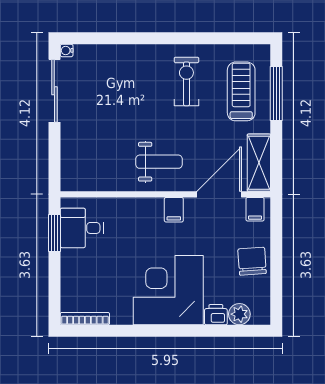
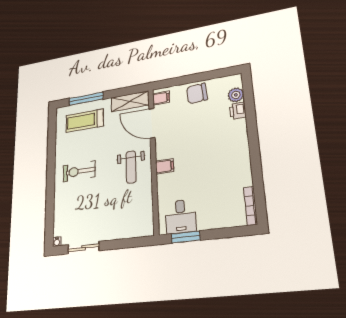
exercise bike: (186, 81) -> (79, 171), moved
sliding door: (54, 91) -> (83, 248), width x0.73
weight bench: (159, 162) -> (131, 167), turned 180
filing cabinet: (174, 210) -> (165, 166), moved
corner desk: (168, 290) -> (223, 147), removed

